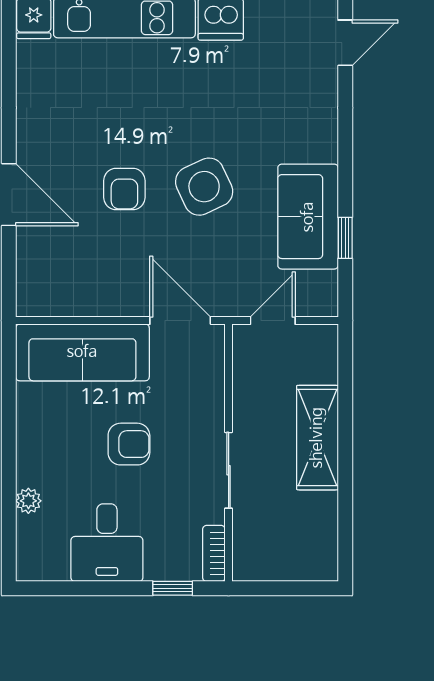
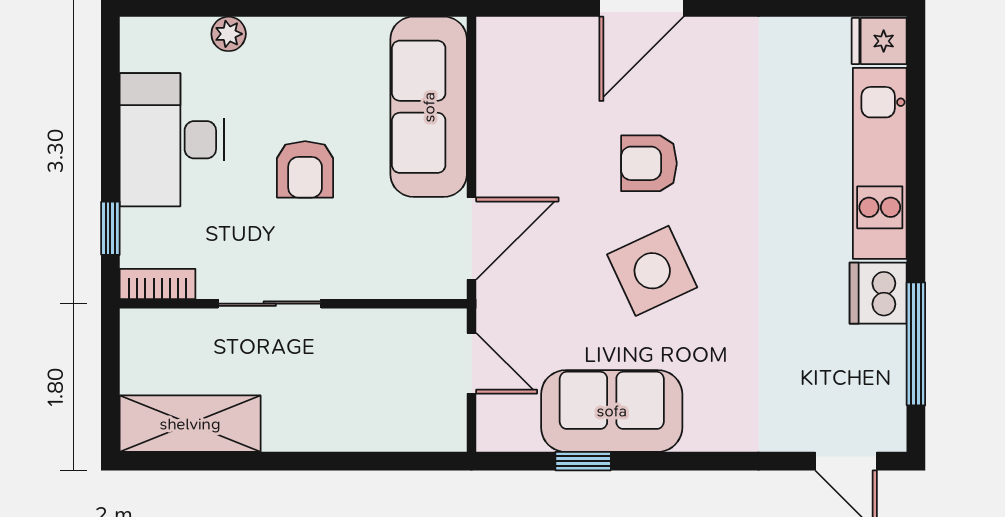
shelving: (317, 438) -> (190, 424), moved
desk: (107, 543) -> (172, 140), width x1.37

